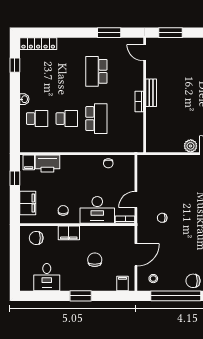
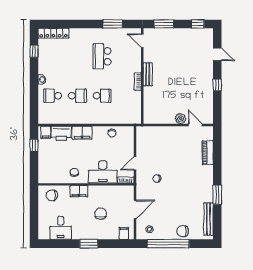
school desk: (37, 119) -> (53, 96), turned 180
school desk: (96, 119) -> (102, 96), width x0.54
filing cabinet: (28, 203) -> (82, 133), moved, turned 90

